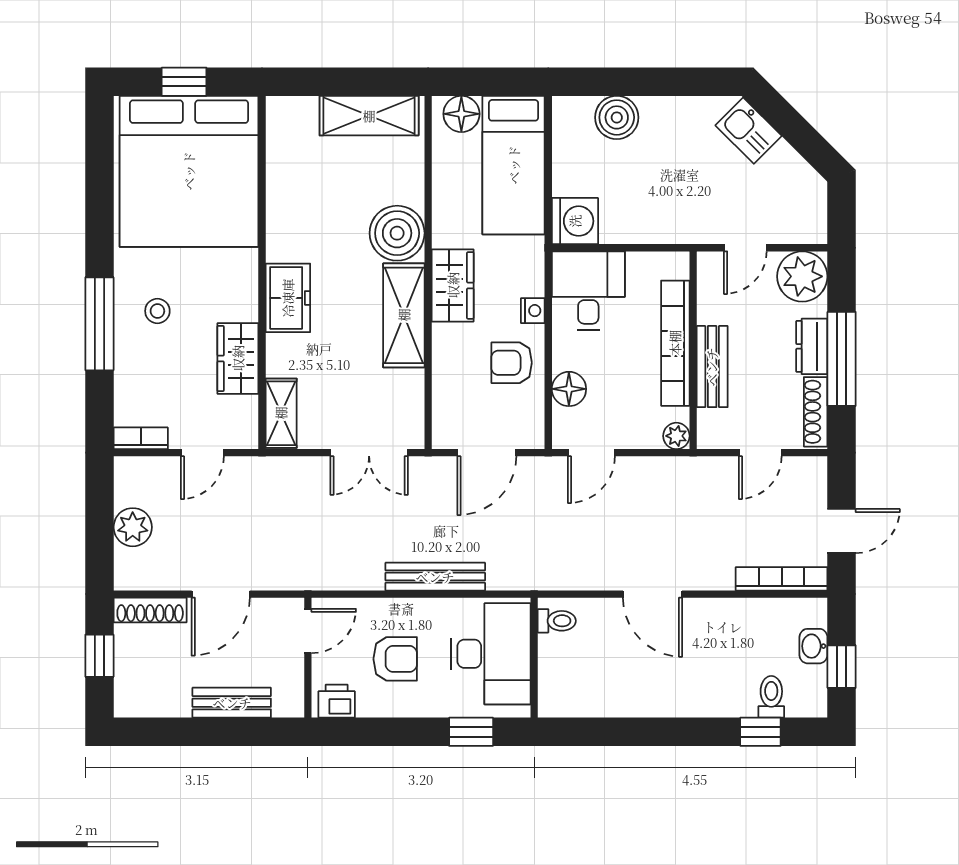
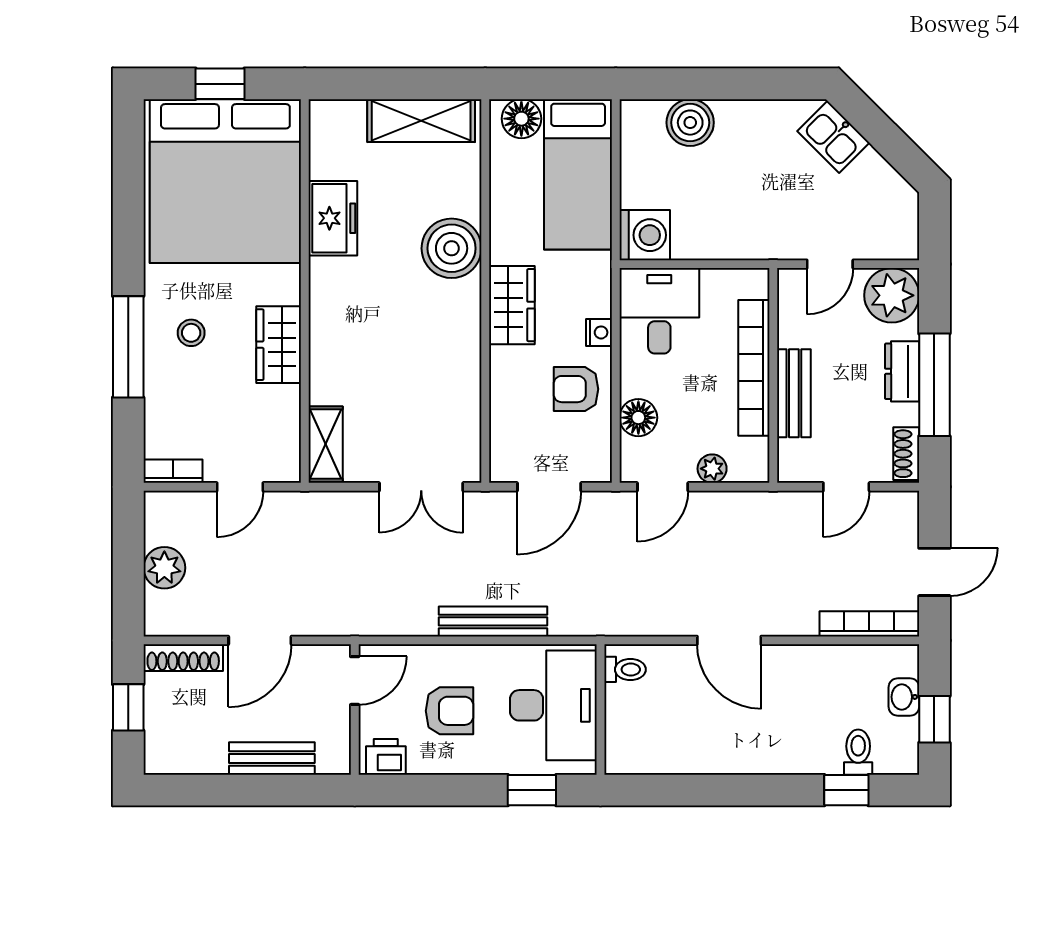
freezer: (288, 298) -> (333, 218), moved
shelving: (404, 315) -> (459, 338), removed
wardrobe: (238, 358) -> (279, 345), moved
shoe rack: (816, 412) -> (906, 454), width x0.70
plant: (676, 436) -> (712, 469), moved

